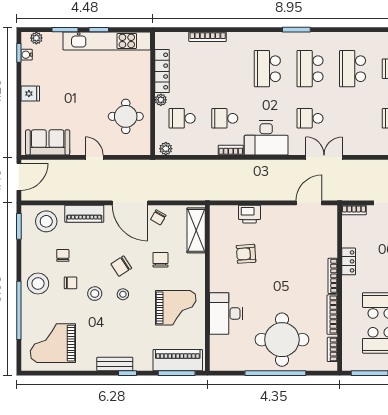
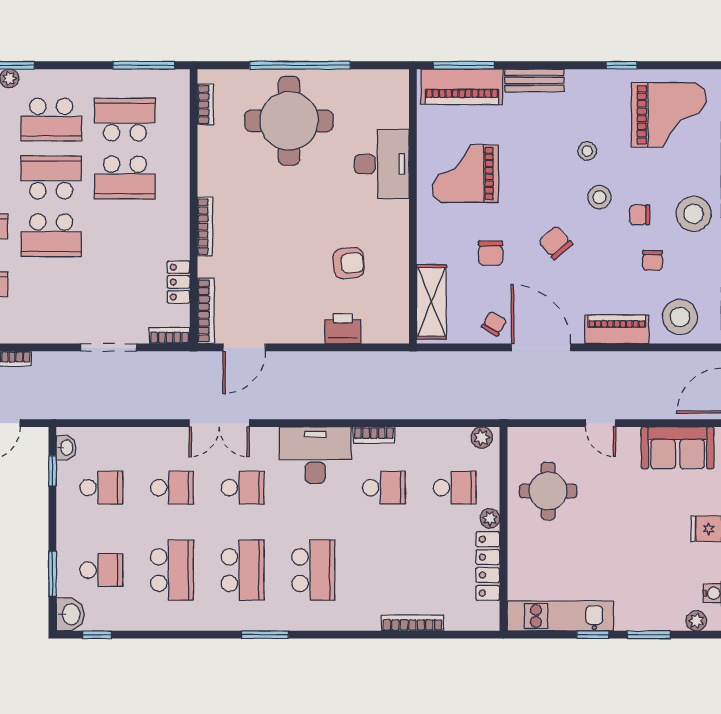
kitchen unit: (107, 41) -> (560, 616), width x0.73
school desk: (353, 118) -> (172, 488), added
locker: (349, 261) -> (178, 282), moved
chair: (121, 266) -> (555, 243), turned -98
stool: (123, 294) -> (587, 151), moved
bookcase: (332, 315) -> (206, 311), moved
bench: (115, 364) -> (534, 80), moved
window: (128, 373) -> (622, 65), moved

